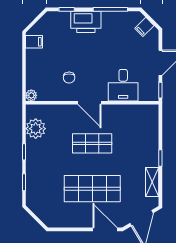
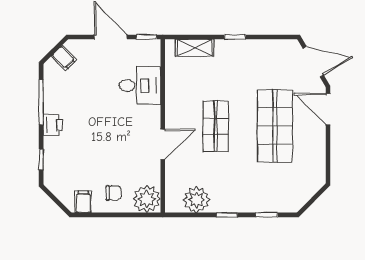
printer: (86, 22) -> (53, 125), width x0.53, depth x0.68
chair: (69, 78) -> (114, 193), moved
plant: (31, 95) -> (147, 199), width x1.87, depth x1.87
door: (90, 103) -> (163, 144), moved
shelving: (152, 182) -> (195, 48), moved
door: (105, 229) -> (328, 109), hinge flipped

